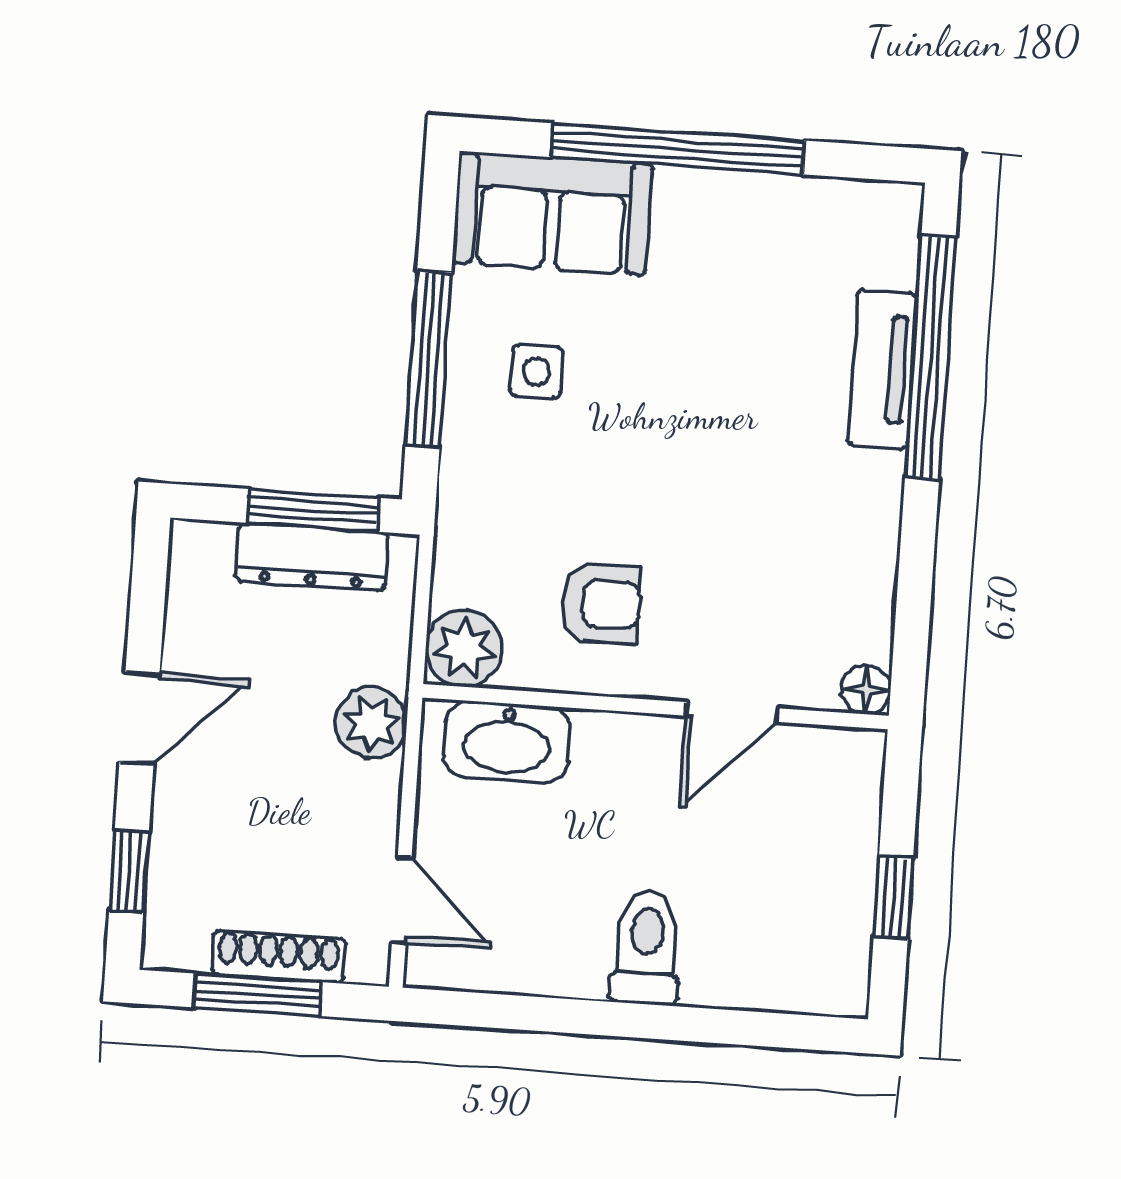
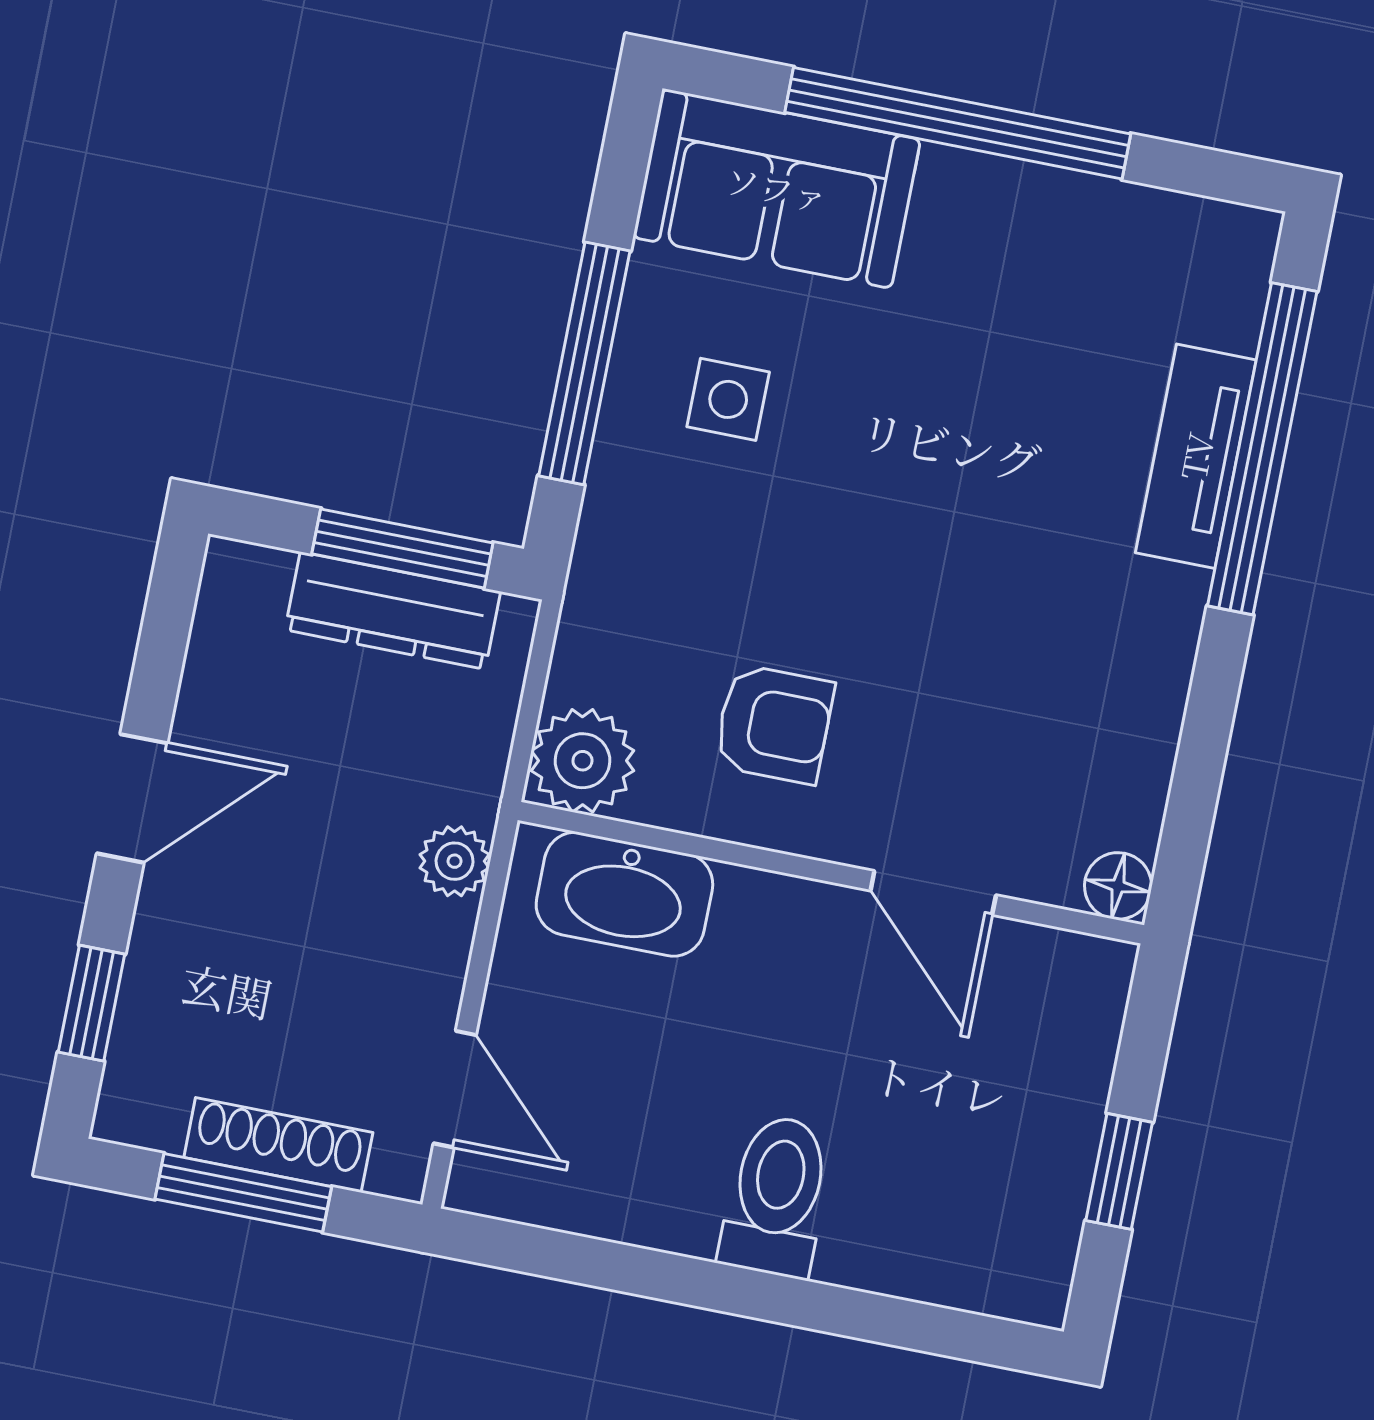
door: (732, 712) -> (933, 893), hinge flipped
plant: (371, 723) -> (455, 861), width x0.73, depth x0.73

